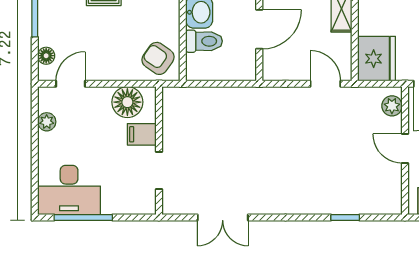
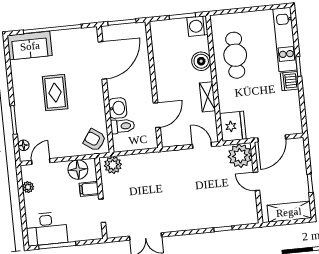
plant: (183, 100) -> (113, 165), added
plant: (392, 106) -> (240, 156), width x1.87, depth x1.87

